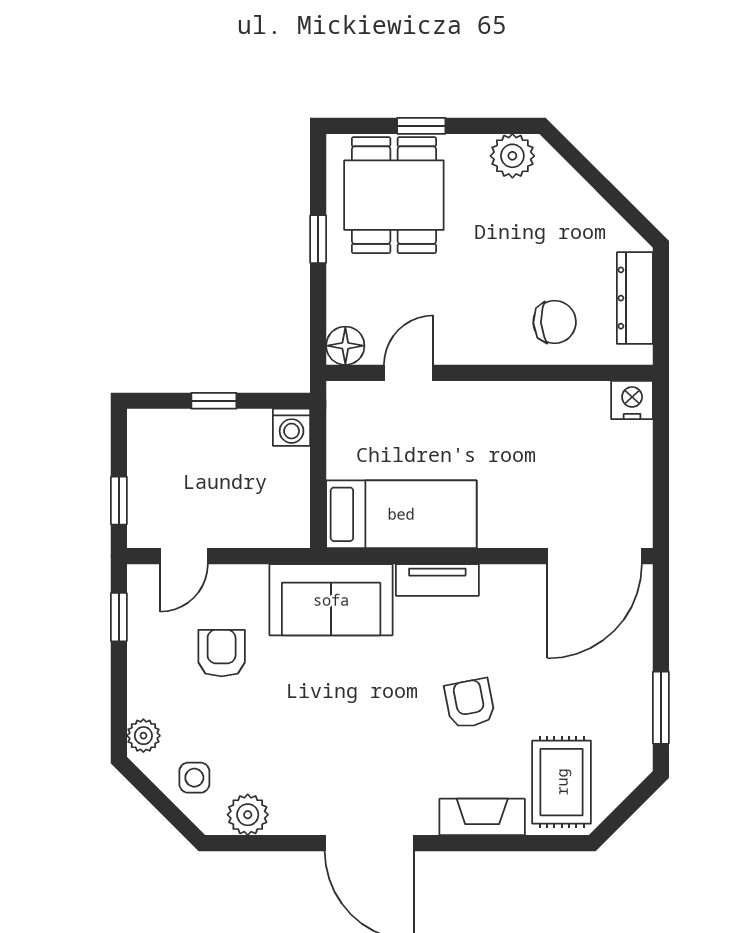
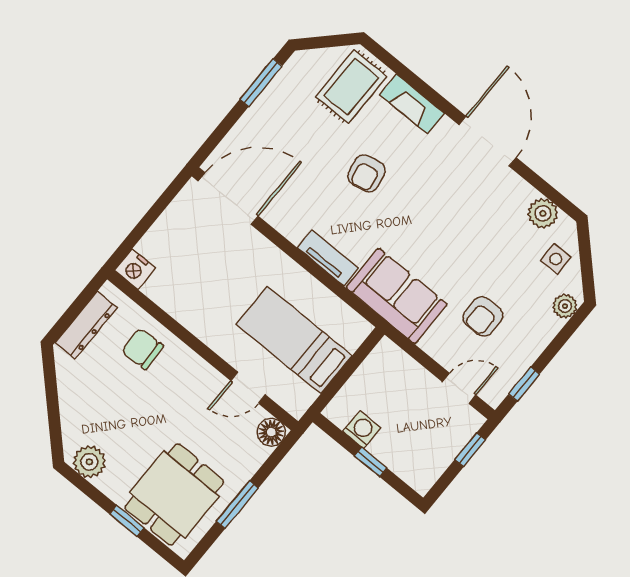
window: (318, 239) -> (237, 505), width x1.50
washing machine: (292, 427) -> (362, 430), moved
bed: (401, 514) -> (294, 340), moved

